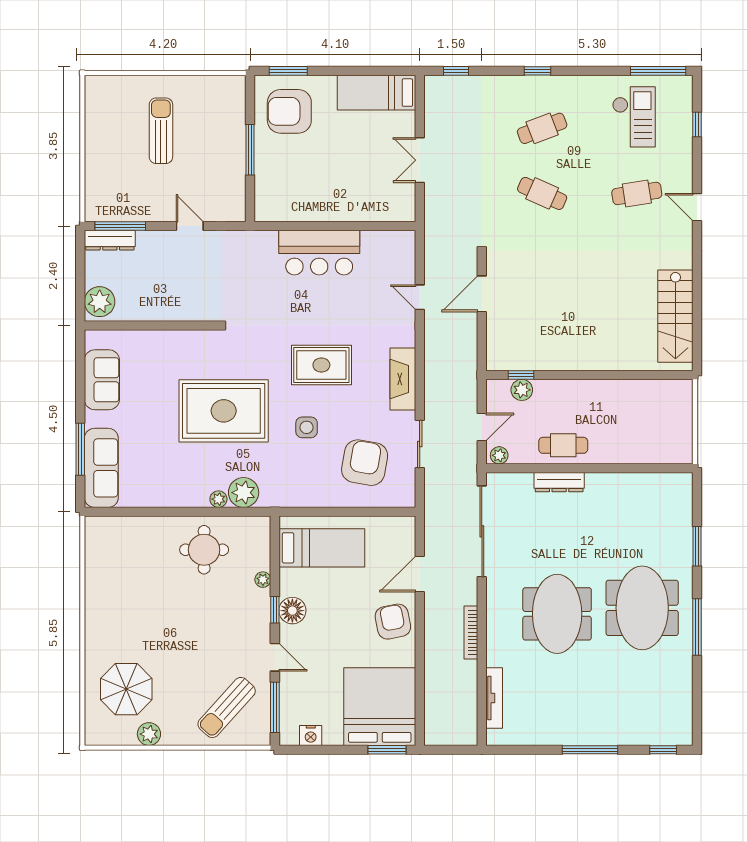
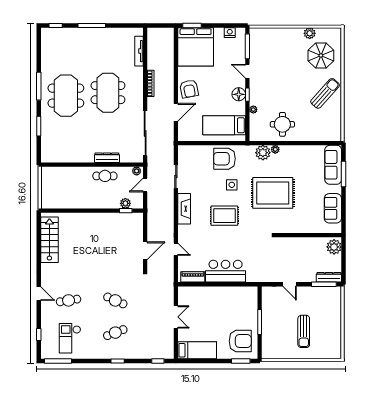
piano: (385, 241) -> (193, 277), added
armchair: (365, 463) -> (224, 159), moved, turned 80
sun lounger: (227, 707) -> (325, 93), moved

